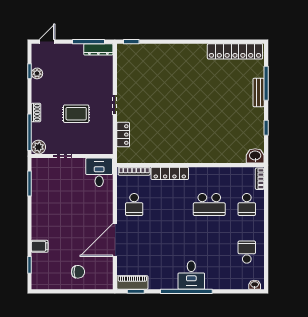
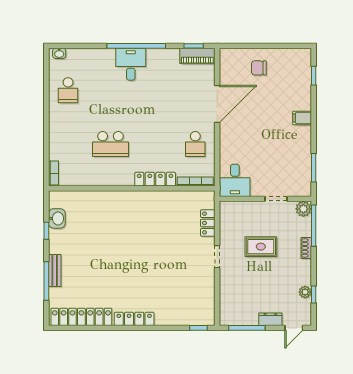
dresser: (98, 49) -> (270, 319), moved, width x0.70
locker: (188, 50) -> (134, 319), added
washbasin: (255, 156) -> (57, 218), moved, turned -90
school desk: (134, 204) -> (195, 144), turned 180
school desk: (209, 204) -> (110, 144), turned 180
school desk: (247, 204) -> (68, 144), removed
filing cabinet: (40, 246) -> (302, 118), moved

